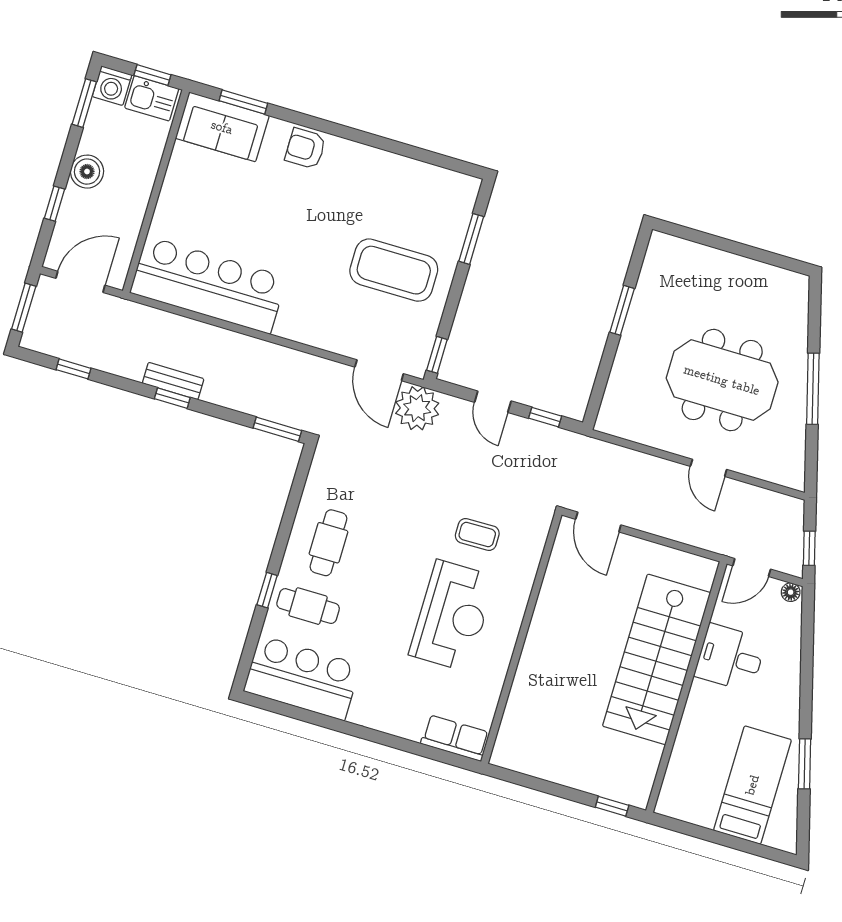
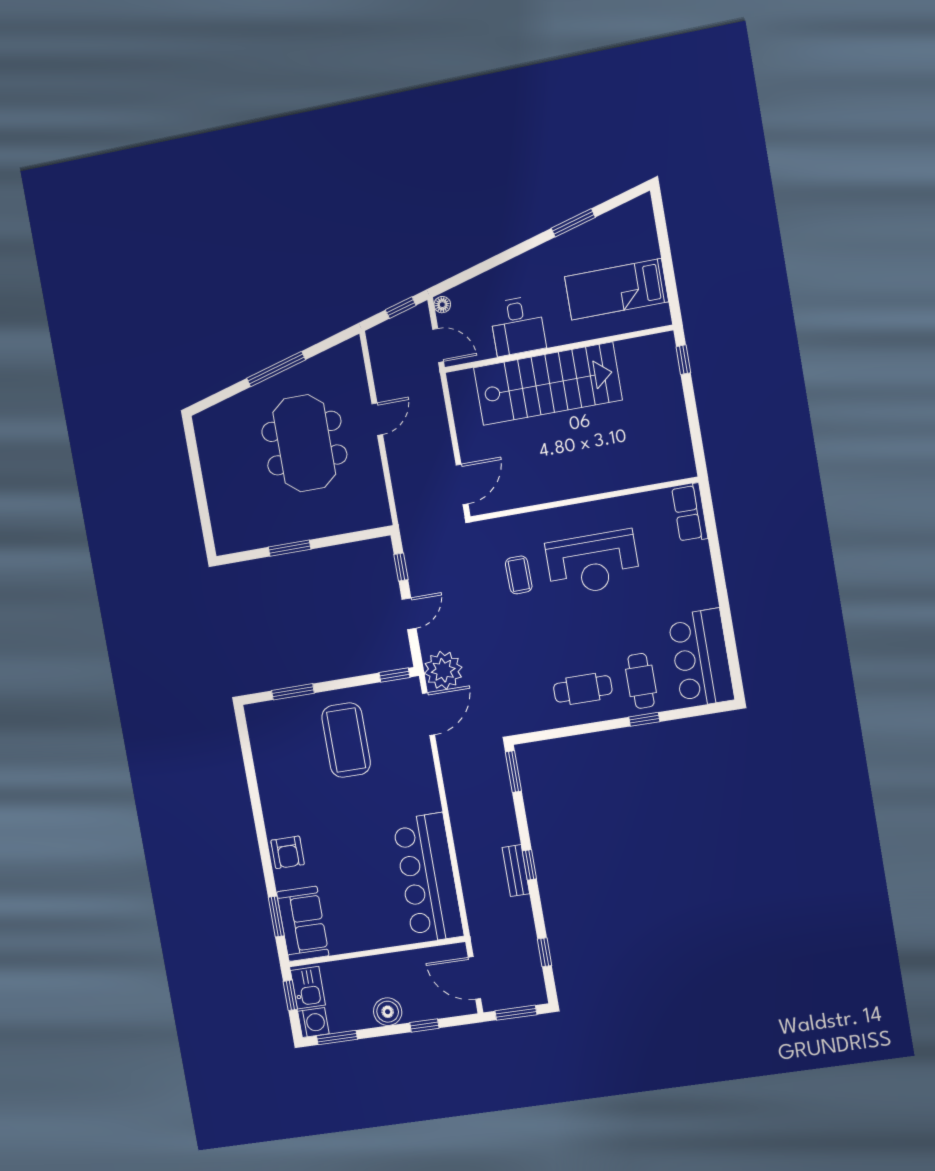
reception desk: (452, 616) -> (593, 563), turned 180
bed: (752, 785) -> (616, 289), moved

